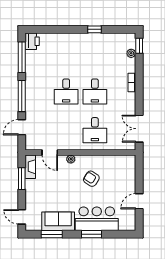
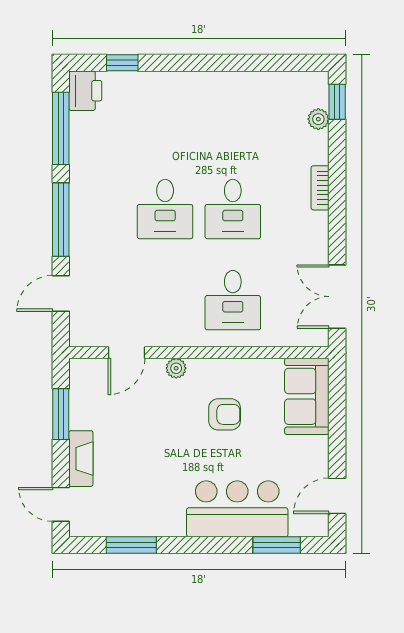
window: (94, 29) -> (122, 63), moved
door: (50, 152) -> (127, 353), hinge flipped
fireplace: (30, 167) -> (81, 459), moved
armchair: (91, 179) -> (225, 414), turned 147
door: (139, 201) -> (337, 496), moved
sofa: (58, 221) -> (307, 396), moved, turned -90
window: (91, 234) -> (277, 545), moved

